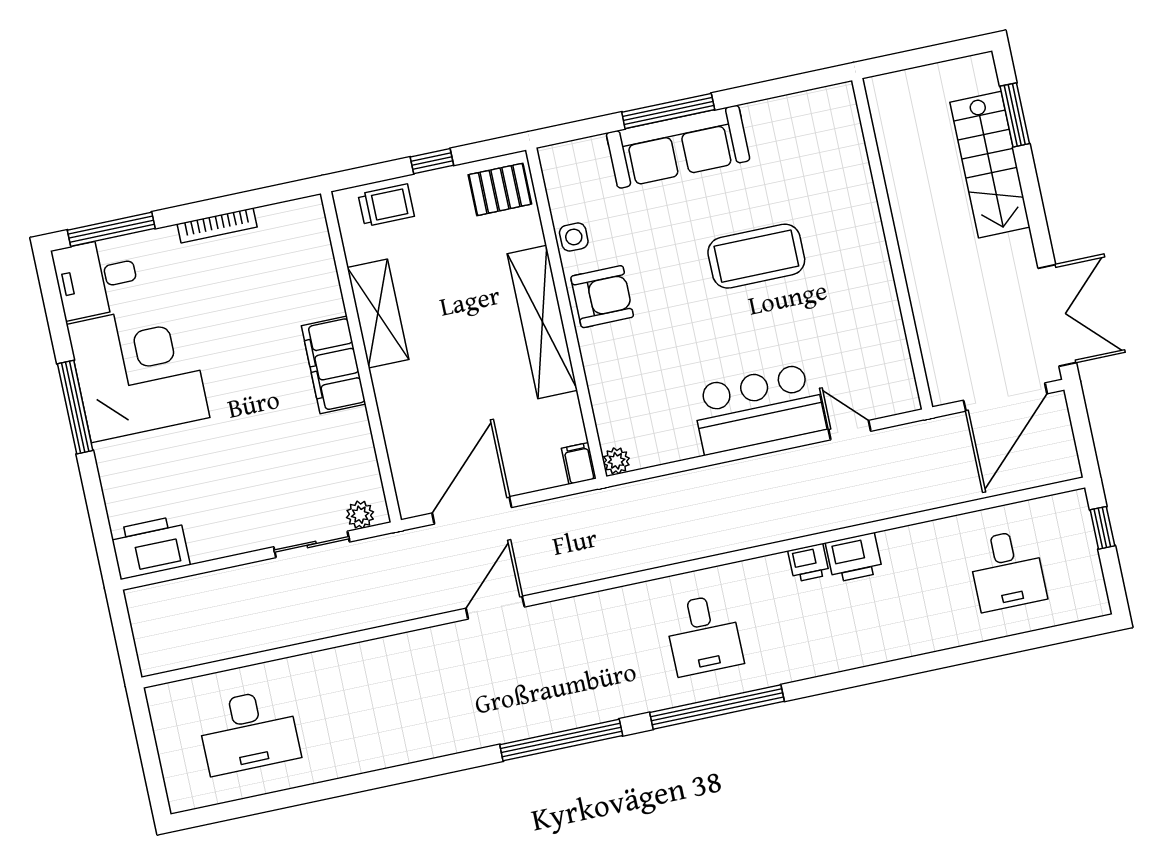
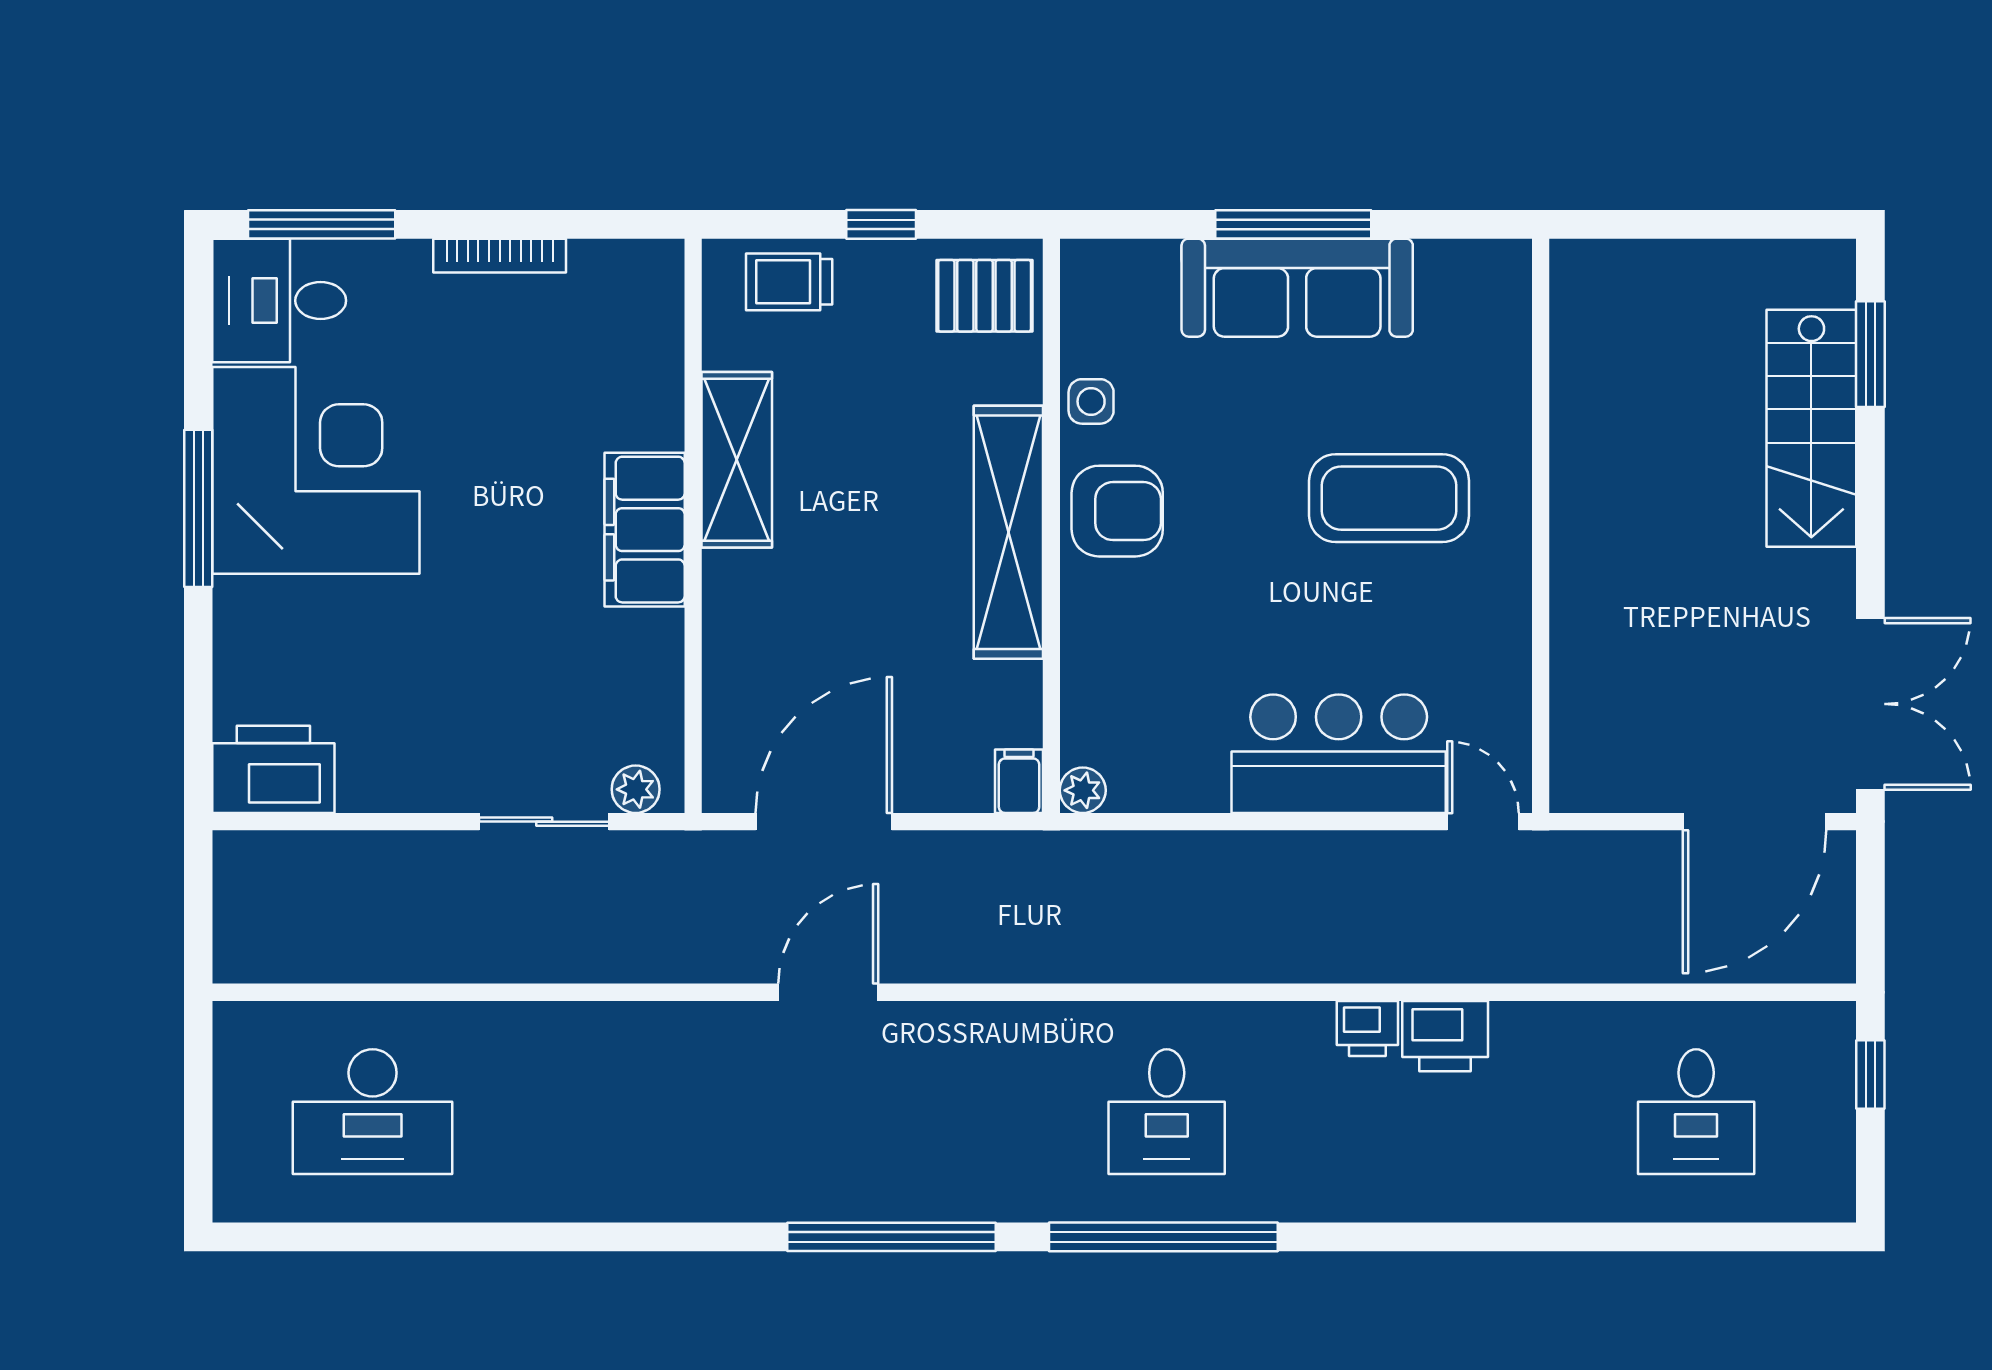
trolley: (386, 205) -> (789, 282), turned 180
wall: (892, 244) -> (1541, 526), moved

